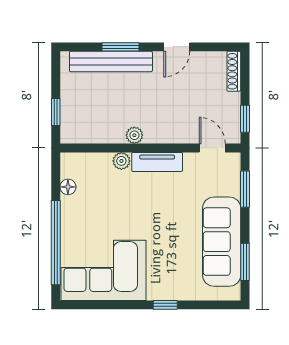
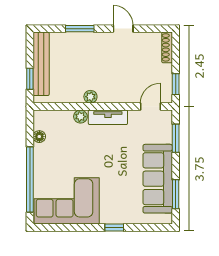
door: (177, 47) -> (123, 29), swing flipped
bench: (111, 61) -> (41, 64), moved, turned 90
door: (212, 148) -> (150, 107), hinge flipped

